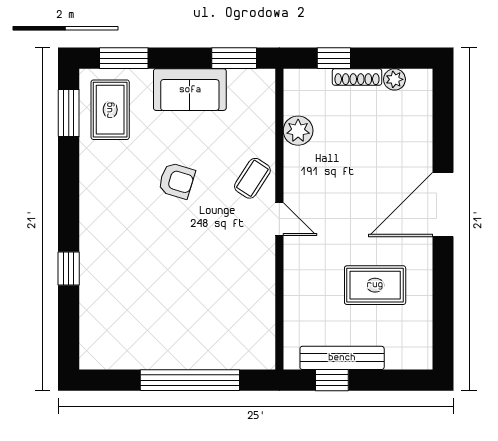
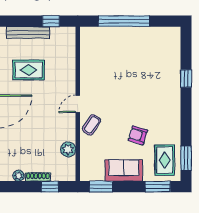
armchair: (177, 181) -> (138, 135), moved
door: (279, 219) -> (78, 104), hinge flipped
bench: (342, 358) -> (28, 33), moved

